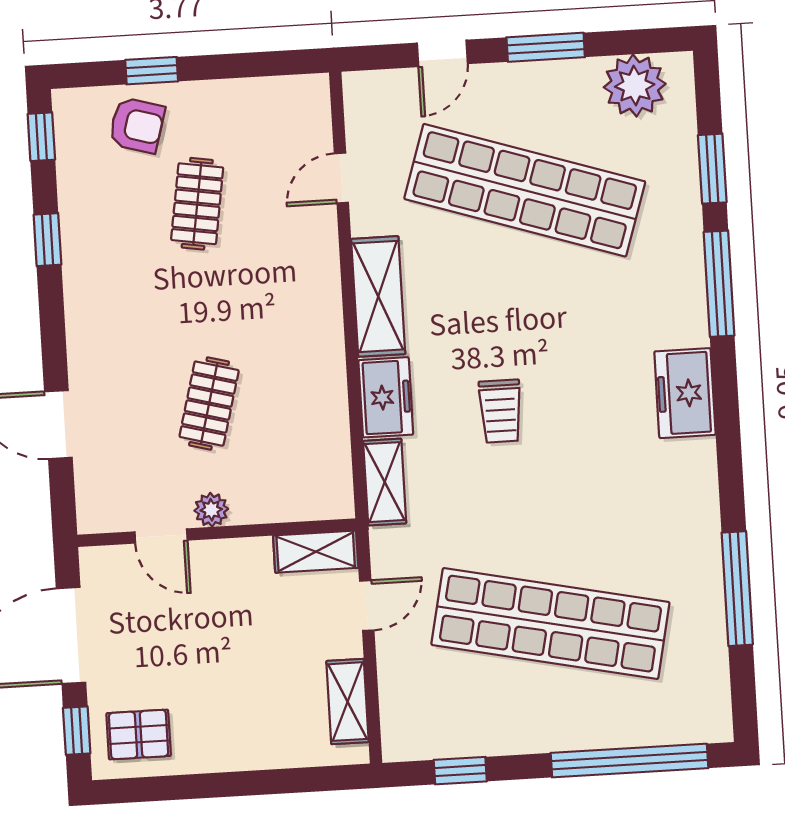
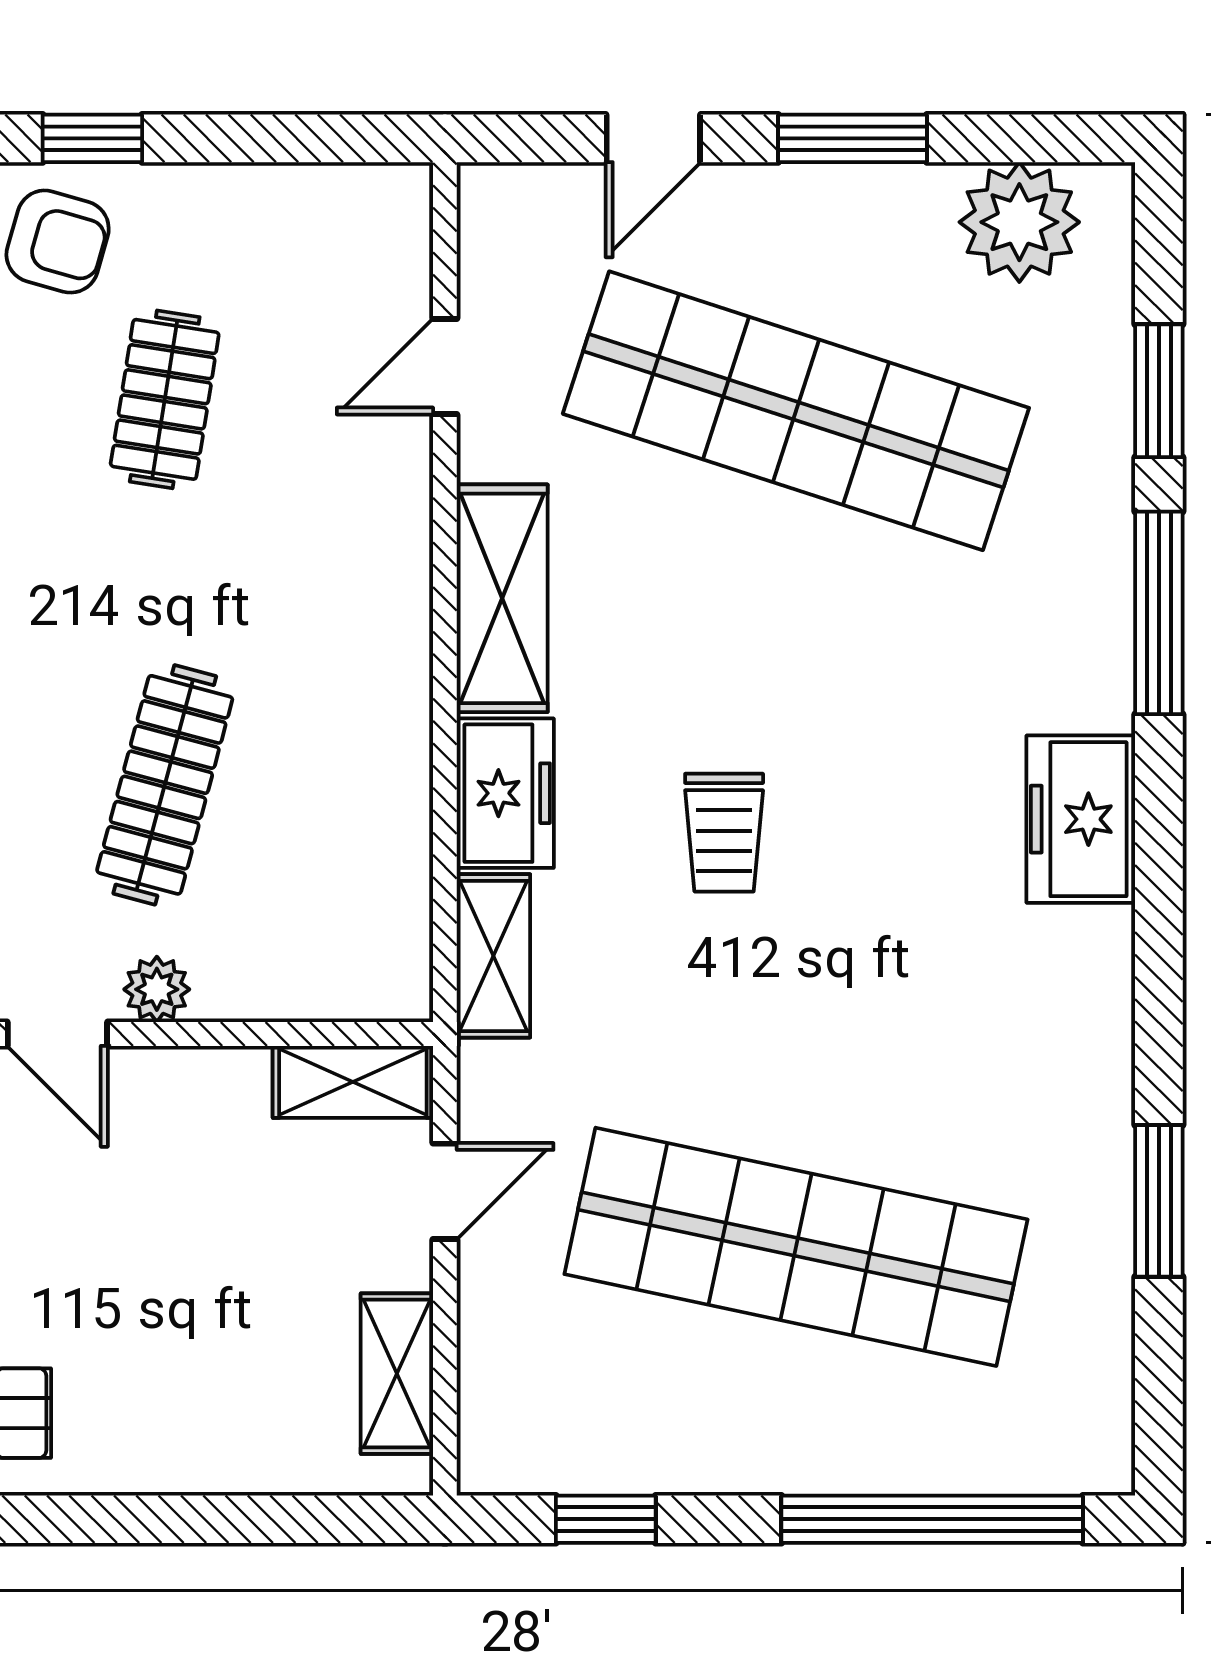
clothes rail: (209, 404) -> (165, 785), width x1.36
window: (737, 589) -> (1159, 1201), width x0.69

